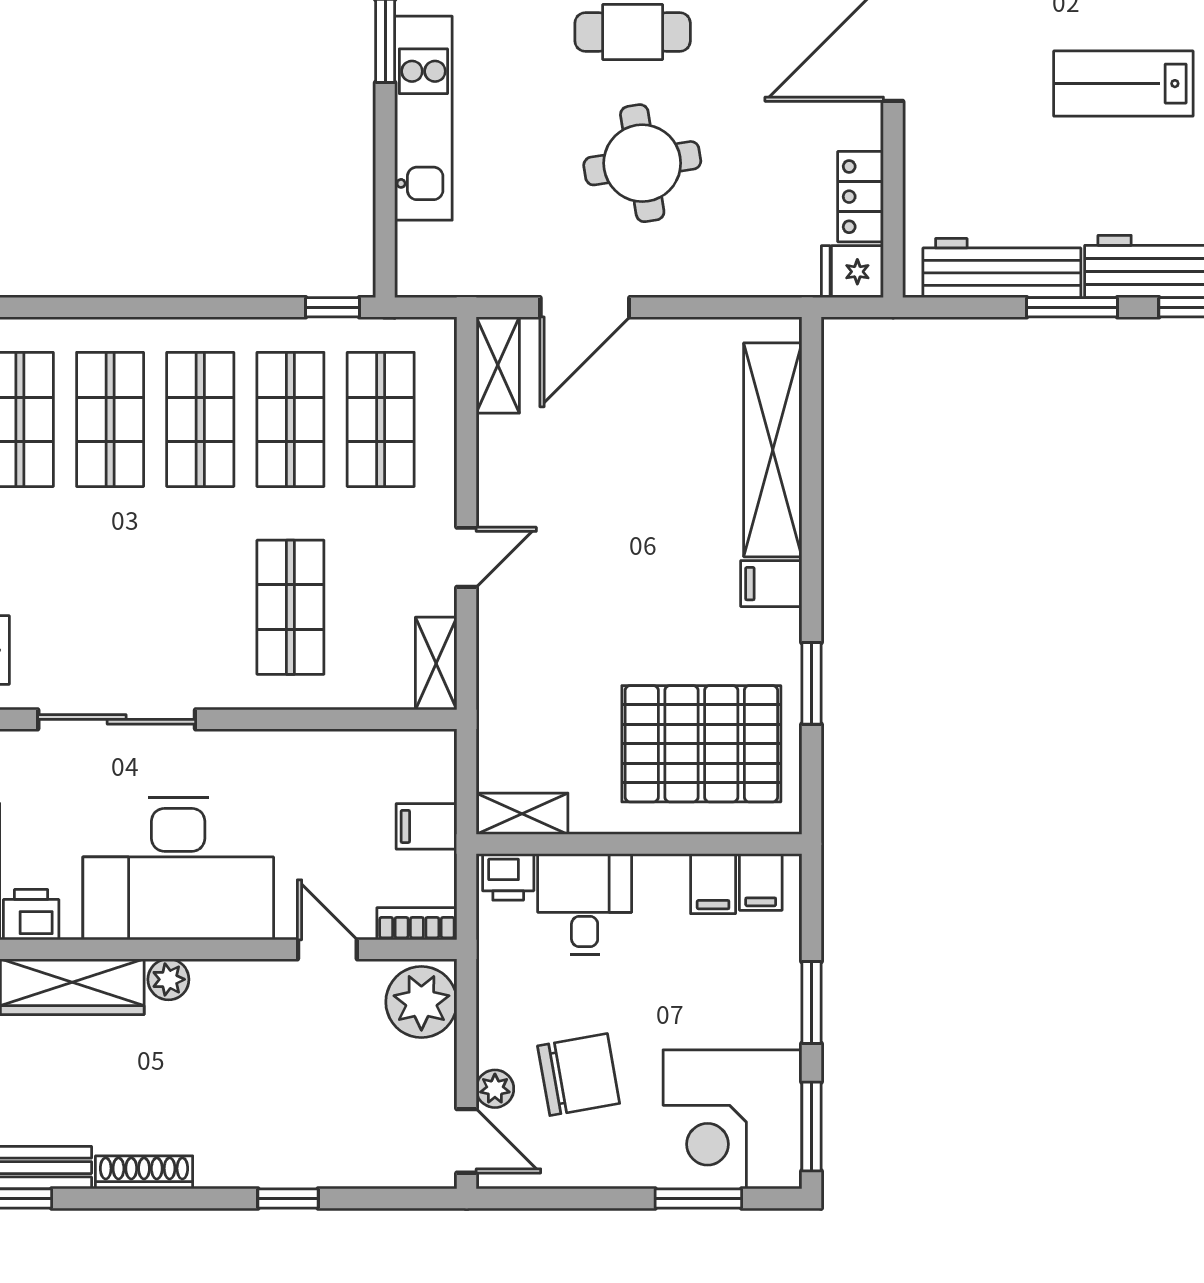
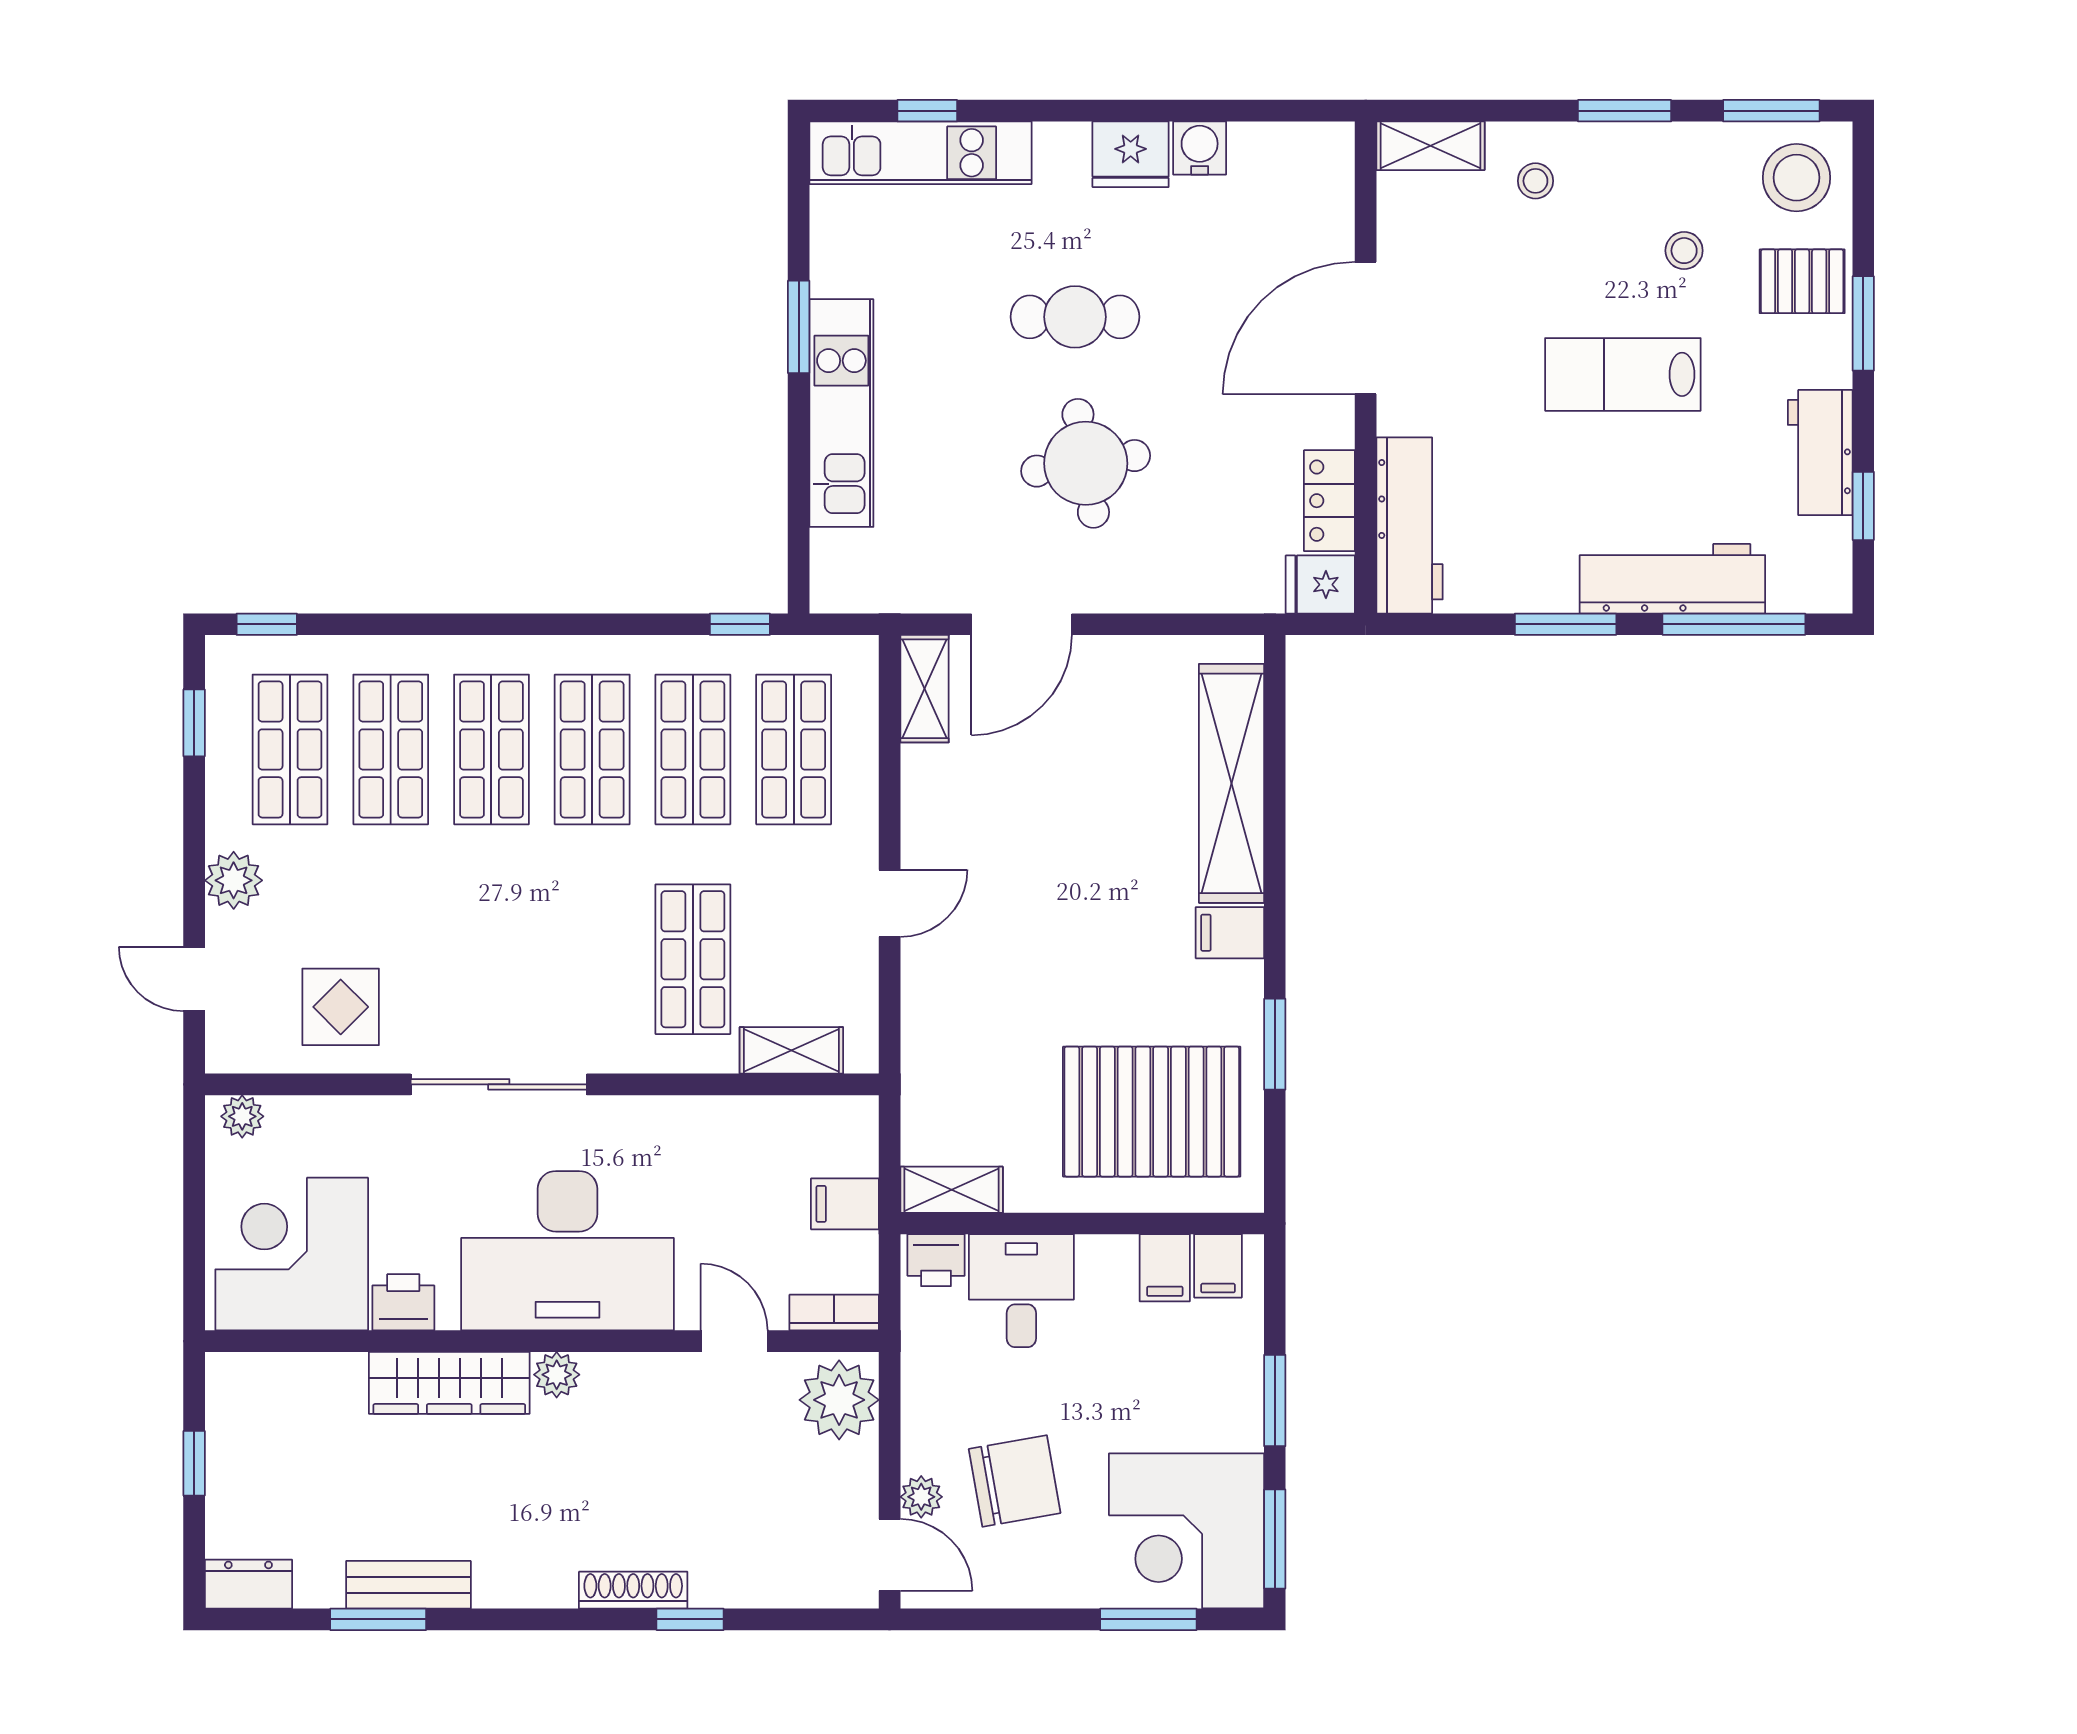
workbench: (1002, 268) -> (1410, 525), moved, turned 90
shelving: (436, 663) -> (791, 1050), moved, turned 90
shoe rack: (144, 1172) -> (633, 1590), moved

